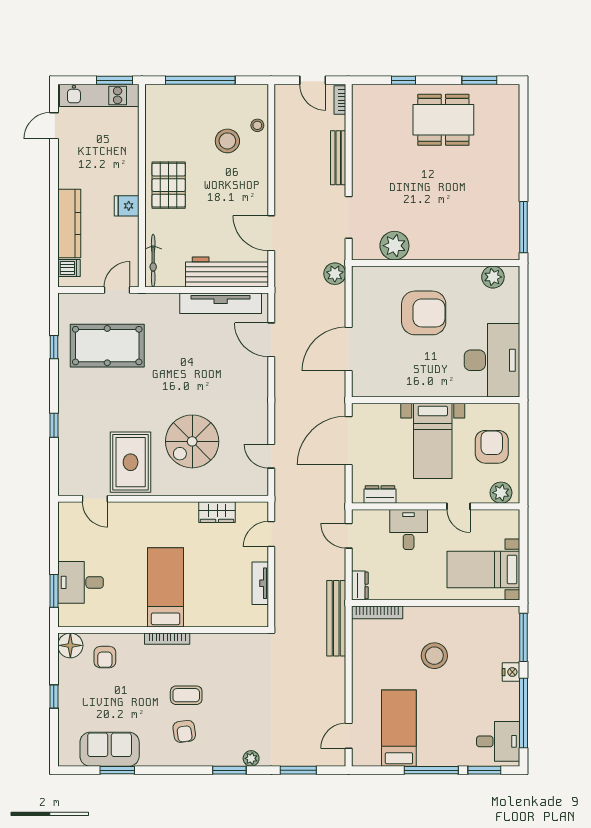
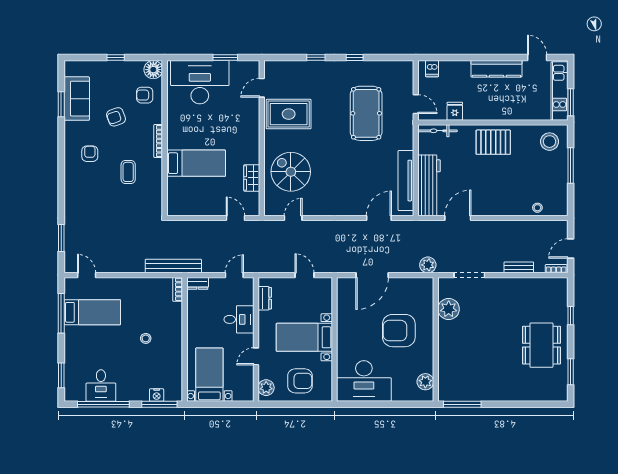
window: (200, 80) -> (571, 165), width x0.68
stool: (227, 141) -> (550, 142), moved
bench: (338, 158) -> (519, 267), width x0.73
fridge: (127, 206) -> (455, 111), moved
kitchen counter: (69, 224) -> (496, 69), moved
armchair: (424, 313) -> (399, 331), turned 90
pool table: (107, 346) -> (366, 113), moved
window: (54, 347) -> (355, 57), moved
door: (349, 349) -> (372, 275), swing flipped
spiral stairs: (192, 441) -> (291, 172), moved
door: (349, 441) -> (305, 275), width x0.53
desk: (81, 582) -> (200, 82), width x1.87, depth x1.30
tv unit: (260, 583) -> (199, 210), removed
bed: (166, 587) -> (196, 163), moved
window: (54, 591) -> (225, 57), moved
bookcase: (377, 612) -> (178, 289), width x0.64
stool: (434, 656) -> (146, 338), width x0.53, depth x0.53
nightstand: (511, 672) -> (157, 395), moved
coffee table: (186, 695) -> (128, 172), moved
armchair: (134, 696) -> (116, 117), added
armchair: (184, 731) -> (90, 154), turned 98
desk: (498, 741) -> (101, 386), moved
plant: (251, 758) -> (70, 203), removed
window: (229, 770) -> (61, 187), removed
window: (431, 770) -> (61, 313), moved

